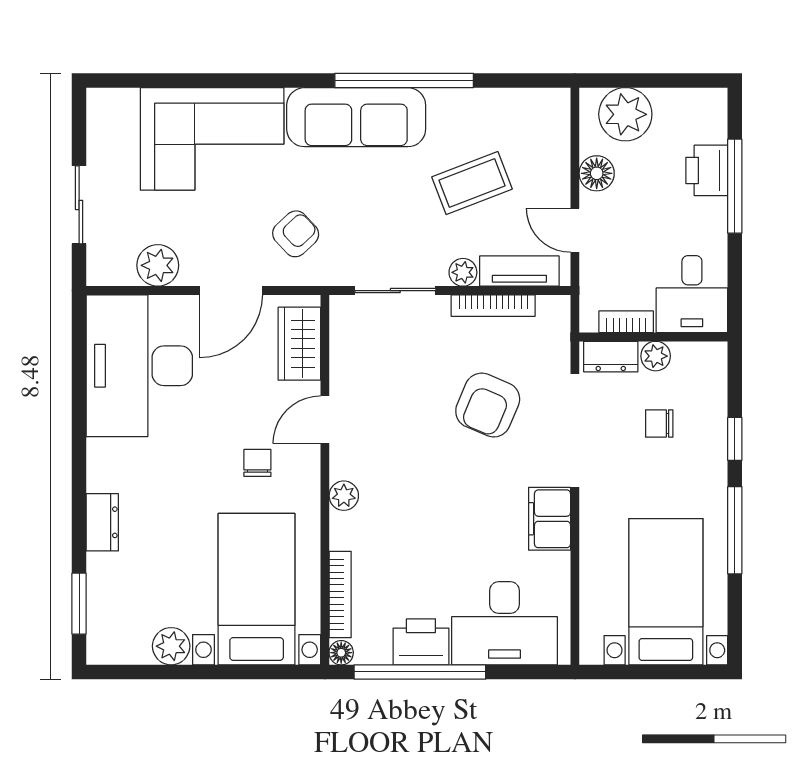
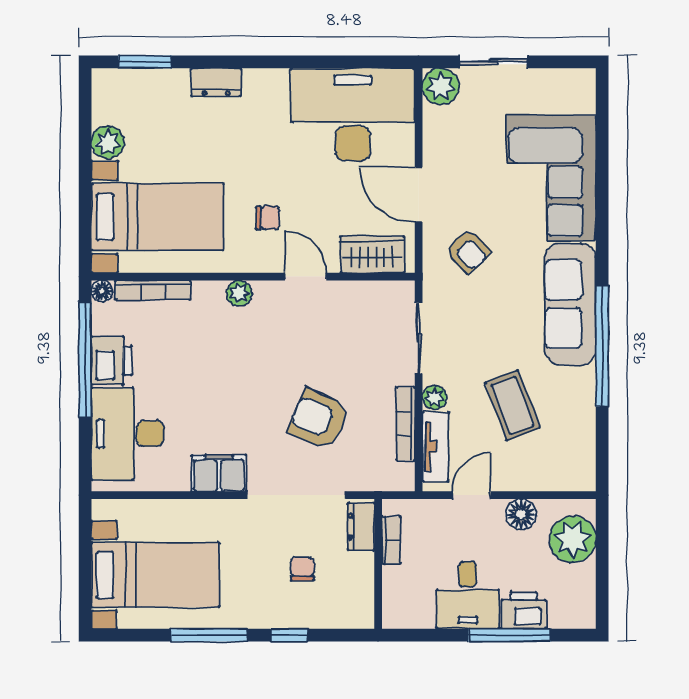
plant: (158, 265) -> (441, 86), moved
desk: (692, 294) -> (468, 595), moved, turned -90
plant: (656, 356) -> (361, 566), removed

